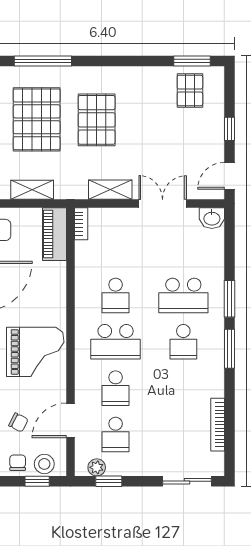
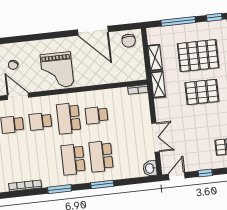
door: (229, 176) -> (177, 176), hinge flipped
shelving: (110, 190) -> (158, 84), moved
piano: (55, 234) -> (130, 74), removed
school desk: (183, 342) -> (73, 159), width x1.85
window: (229, 349) -> (60, 189), moved

